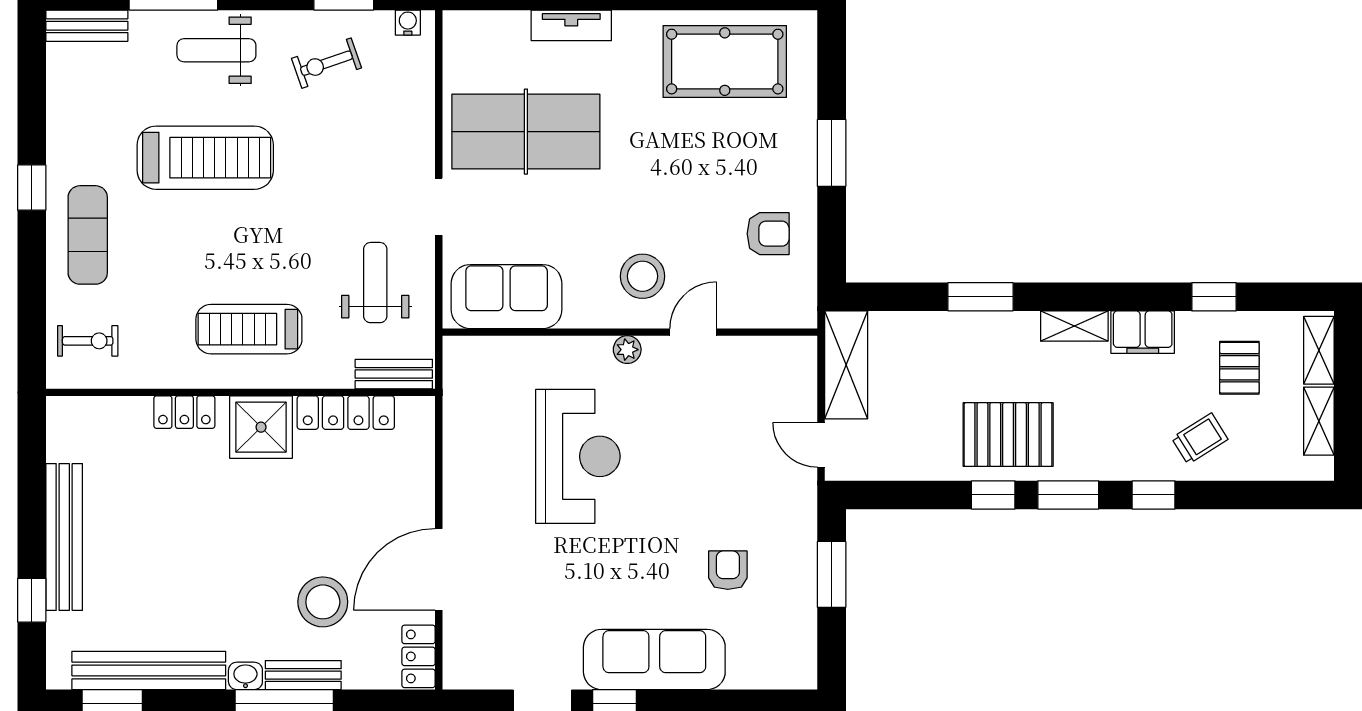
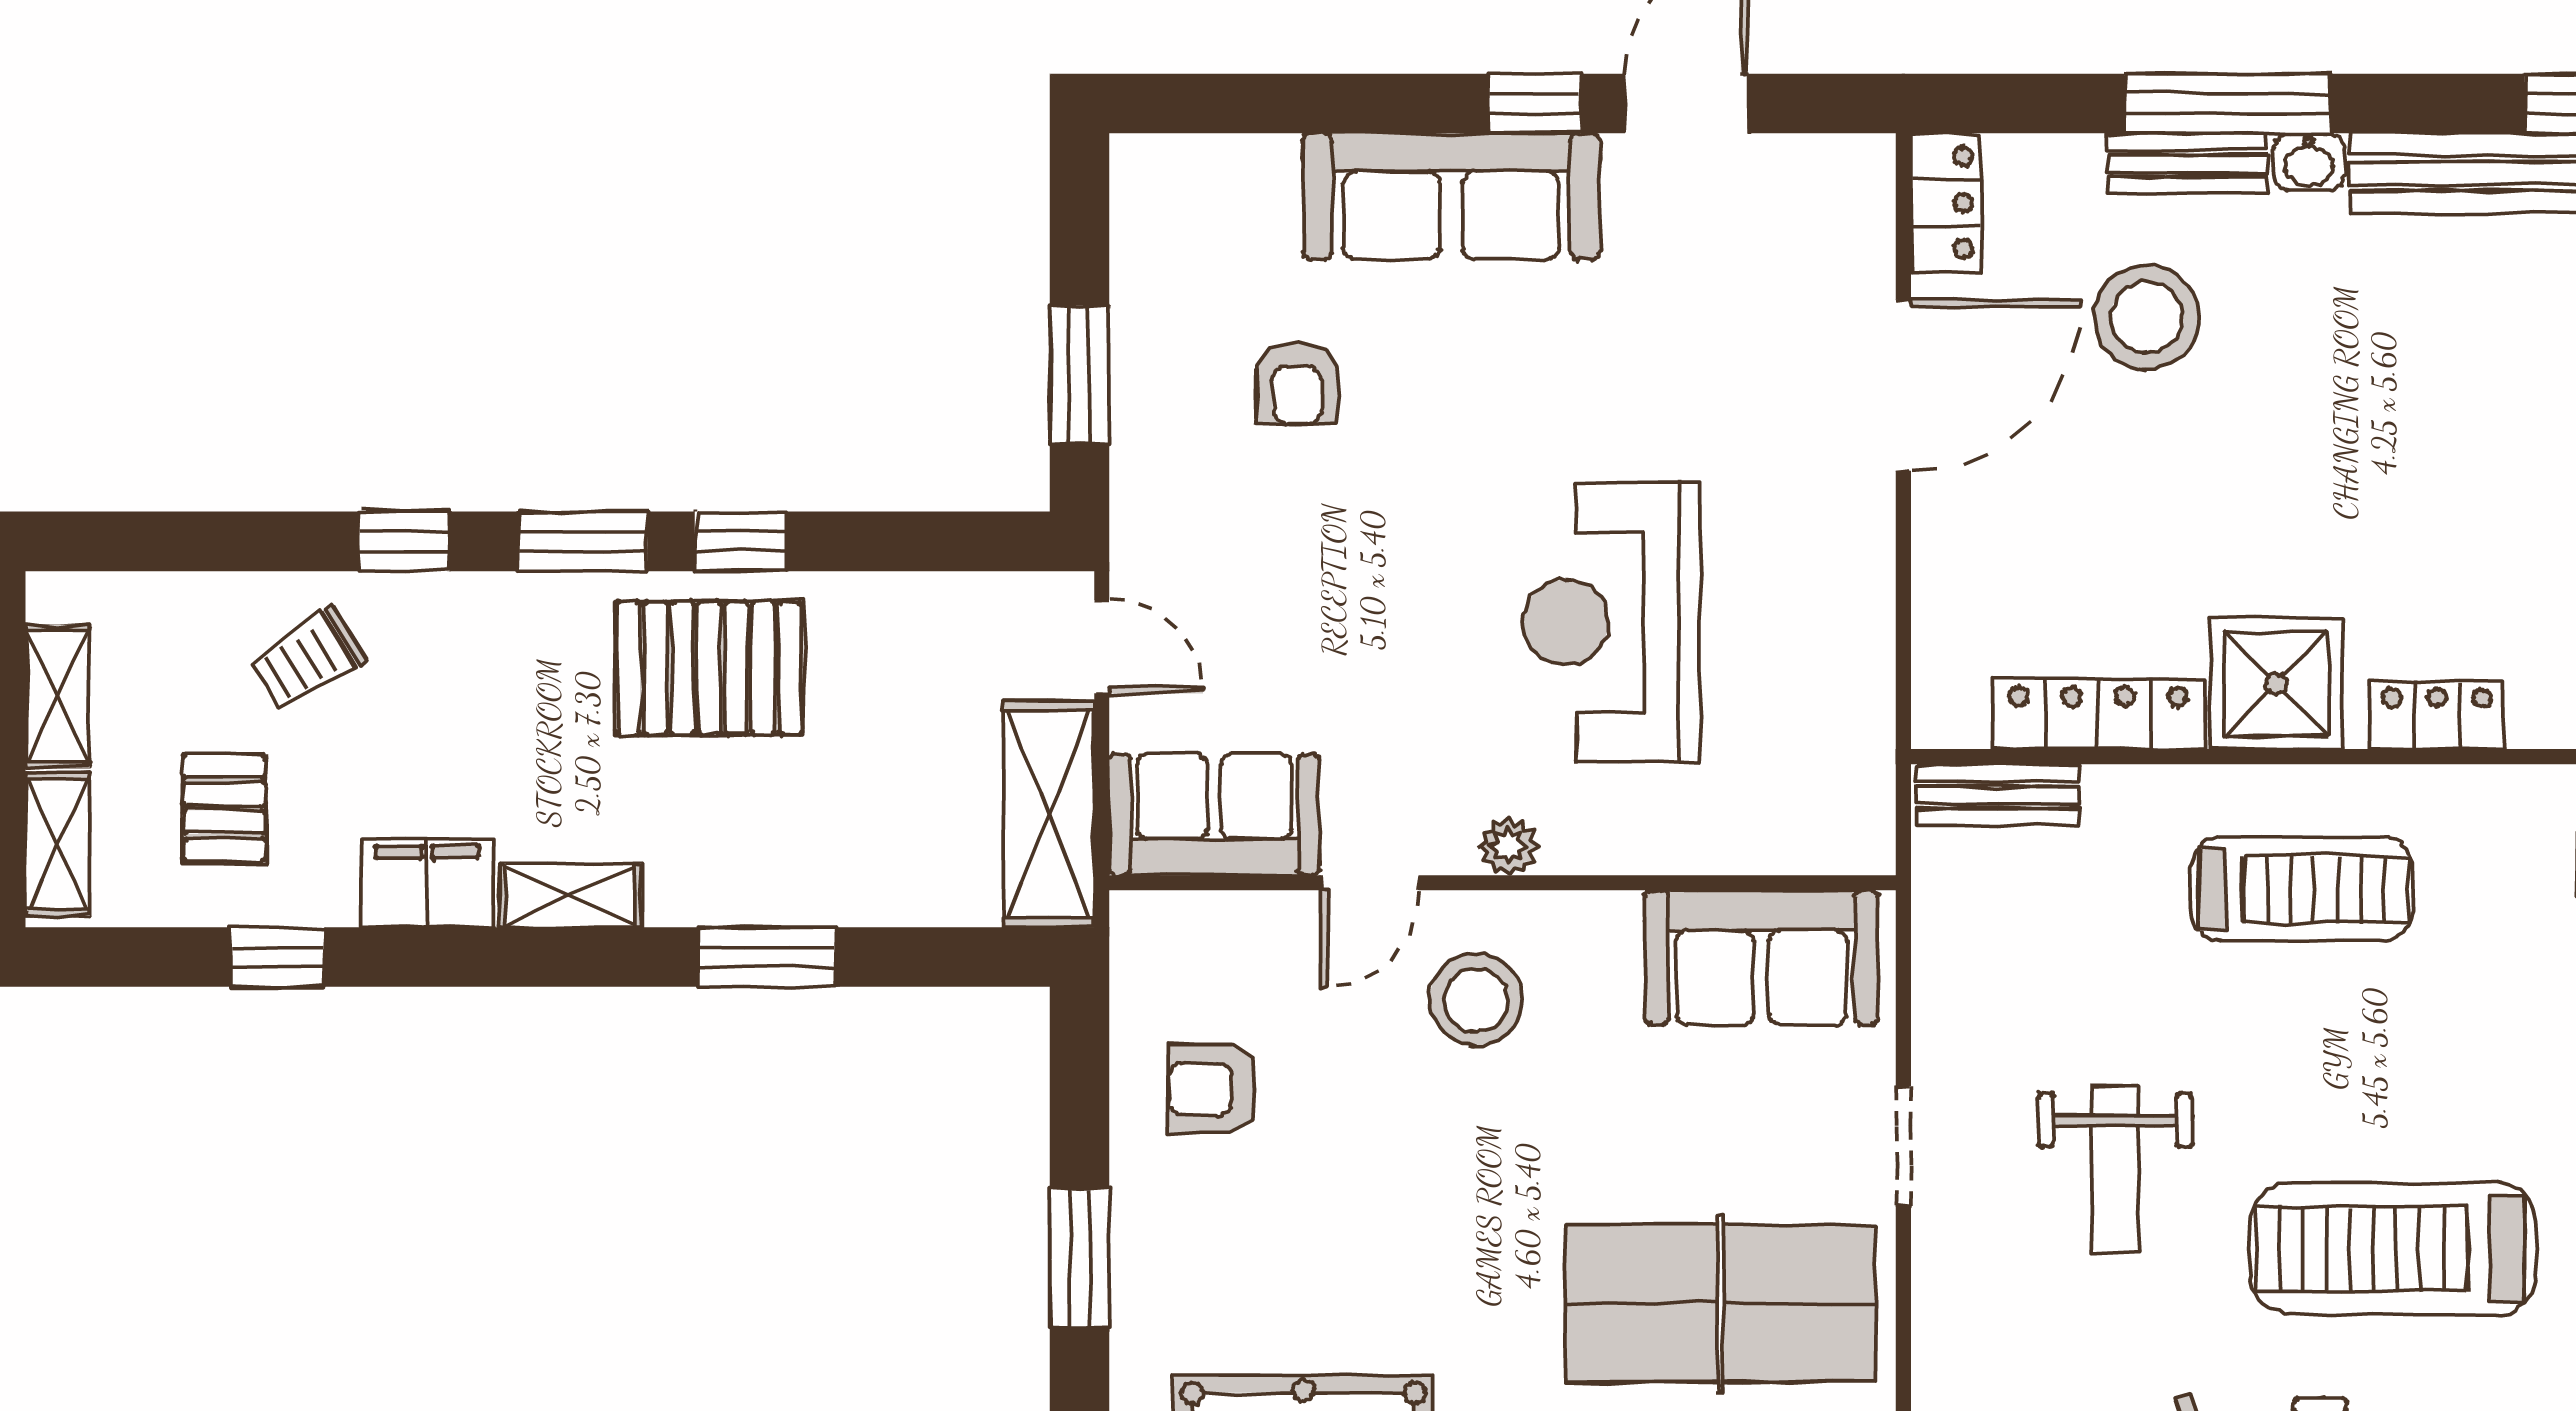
weight bench: (375, 283) -> (2115, 1170), moved
sofa: (767, 365) -> (1214, 815), added

